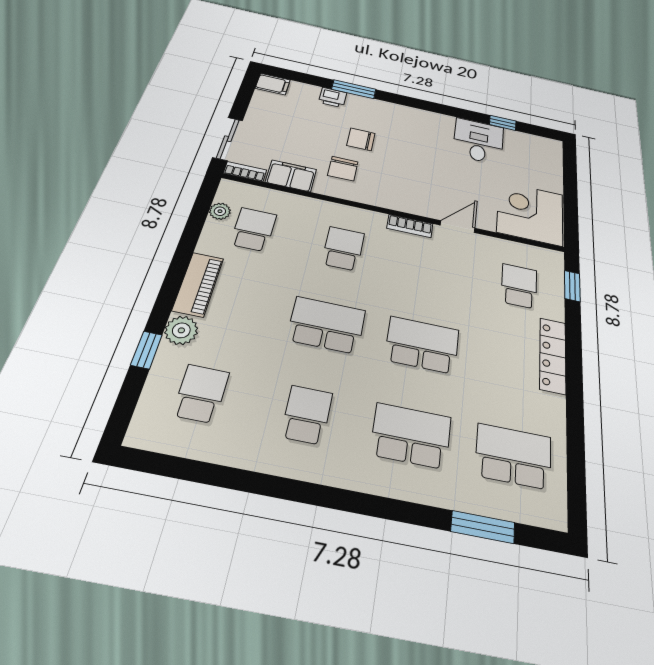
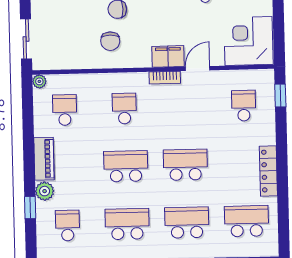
bookcase: (245, 172) -> (46, 65), removed
filing cabinet: (291, 176) -> (168, 56), moved
plant: (220, 211) -> (39, 81), moved
locker: (553, 355) -> (268, 171), moved
school desk: (307, 415) -> (127, 224), width x1.85

